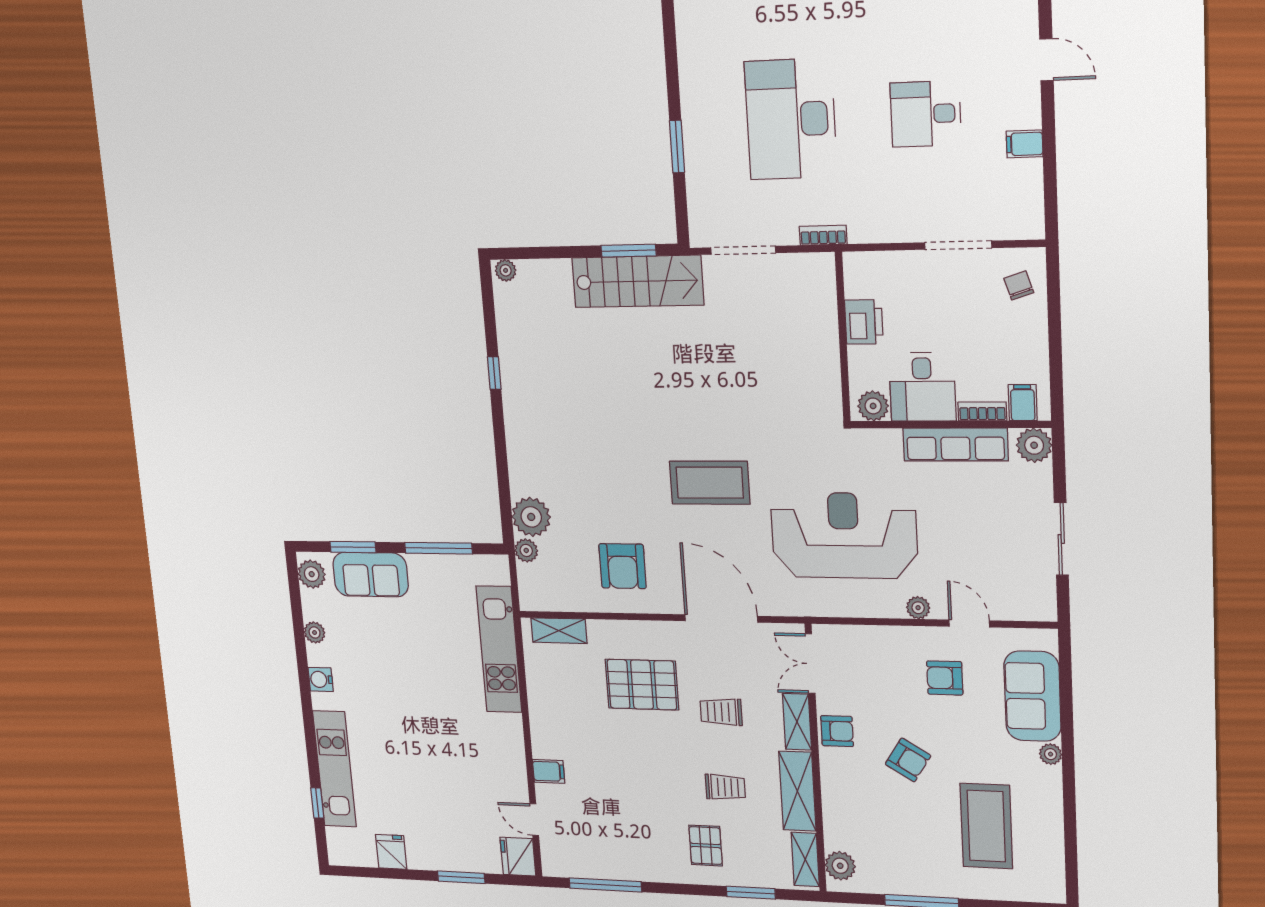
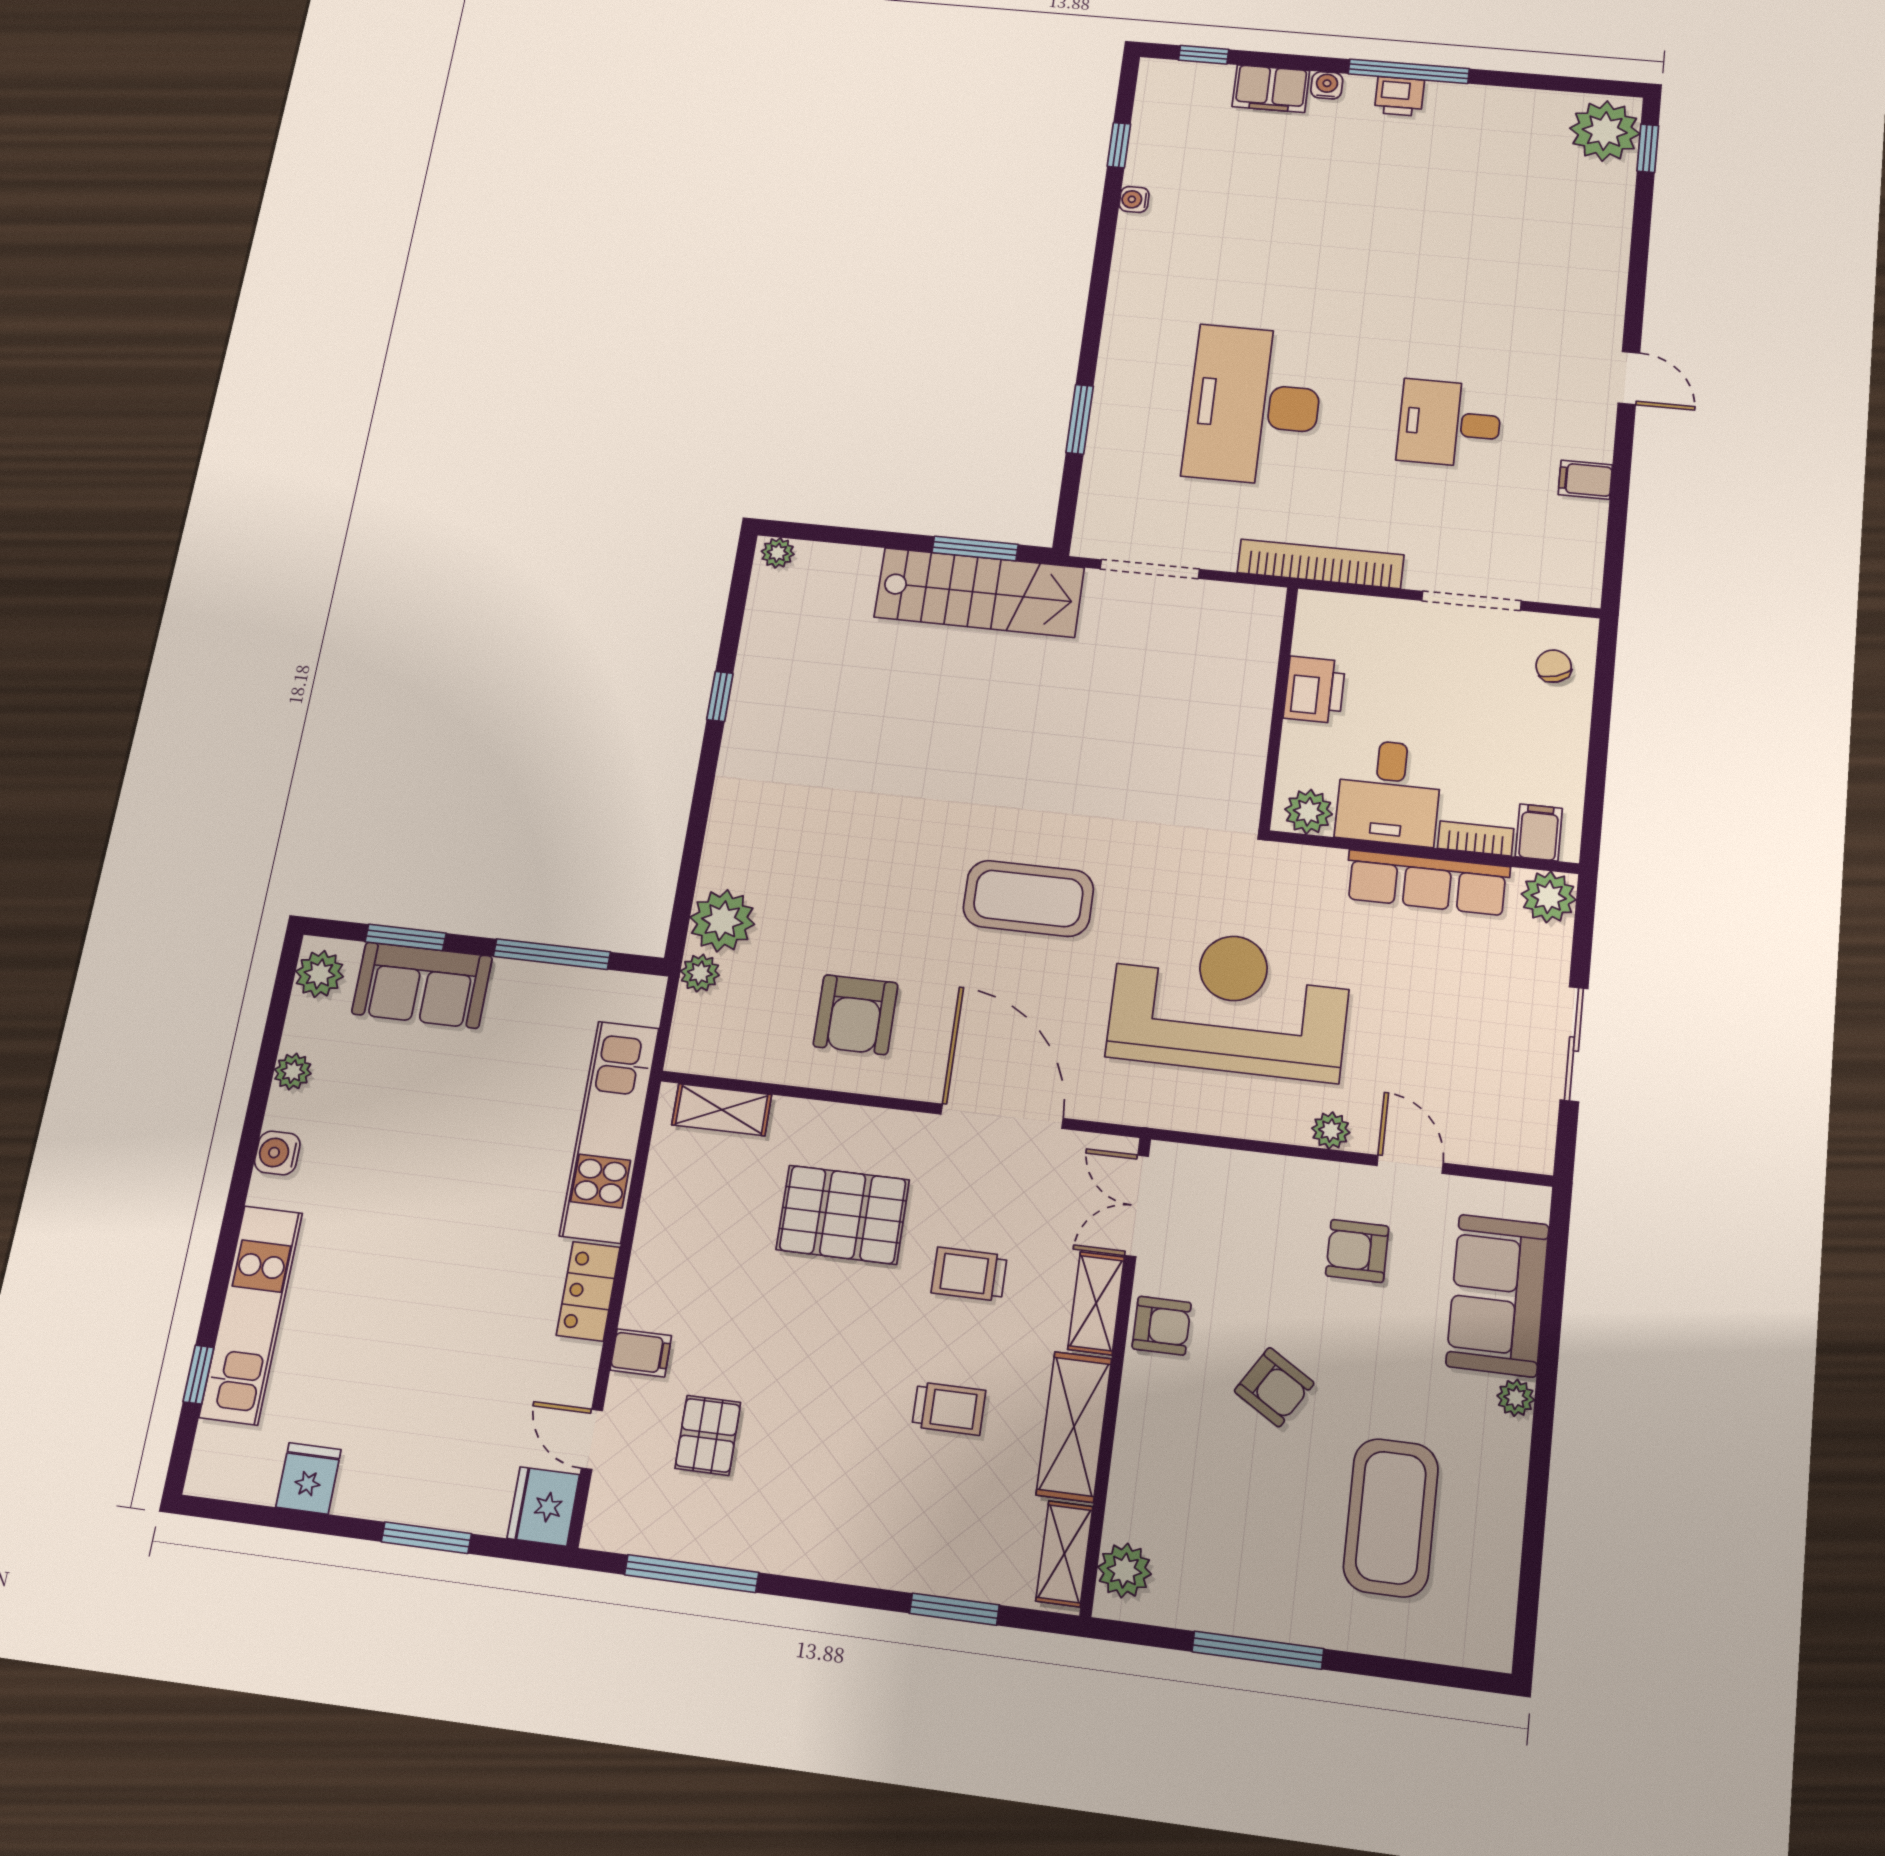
bookcase: (823, 235) -> (1320, 564), width x2.31, depth x1.31
locker: (511, 740) -> (588, 1291), added
pallet: (706, 846) -> (708, 1435), moved

